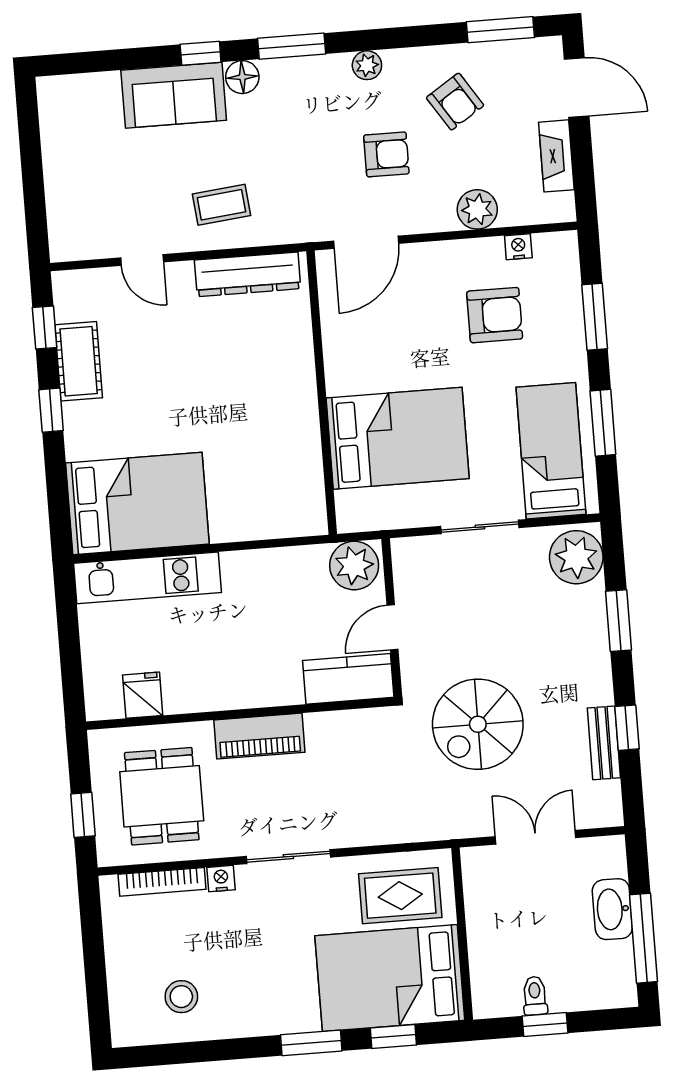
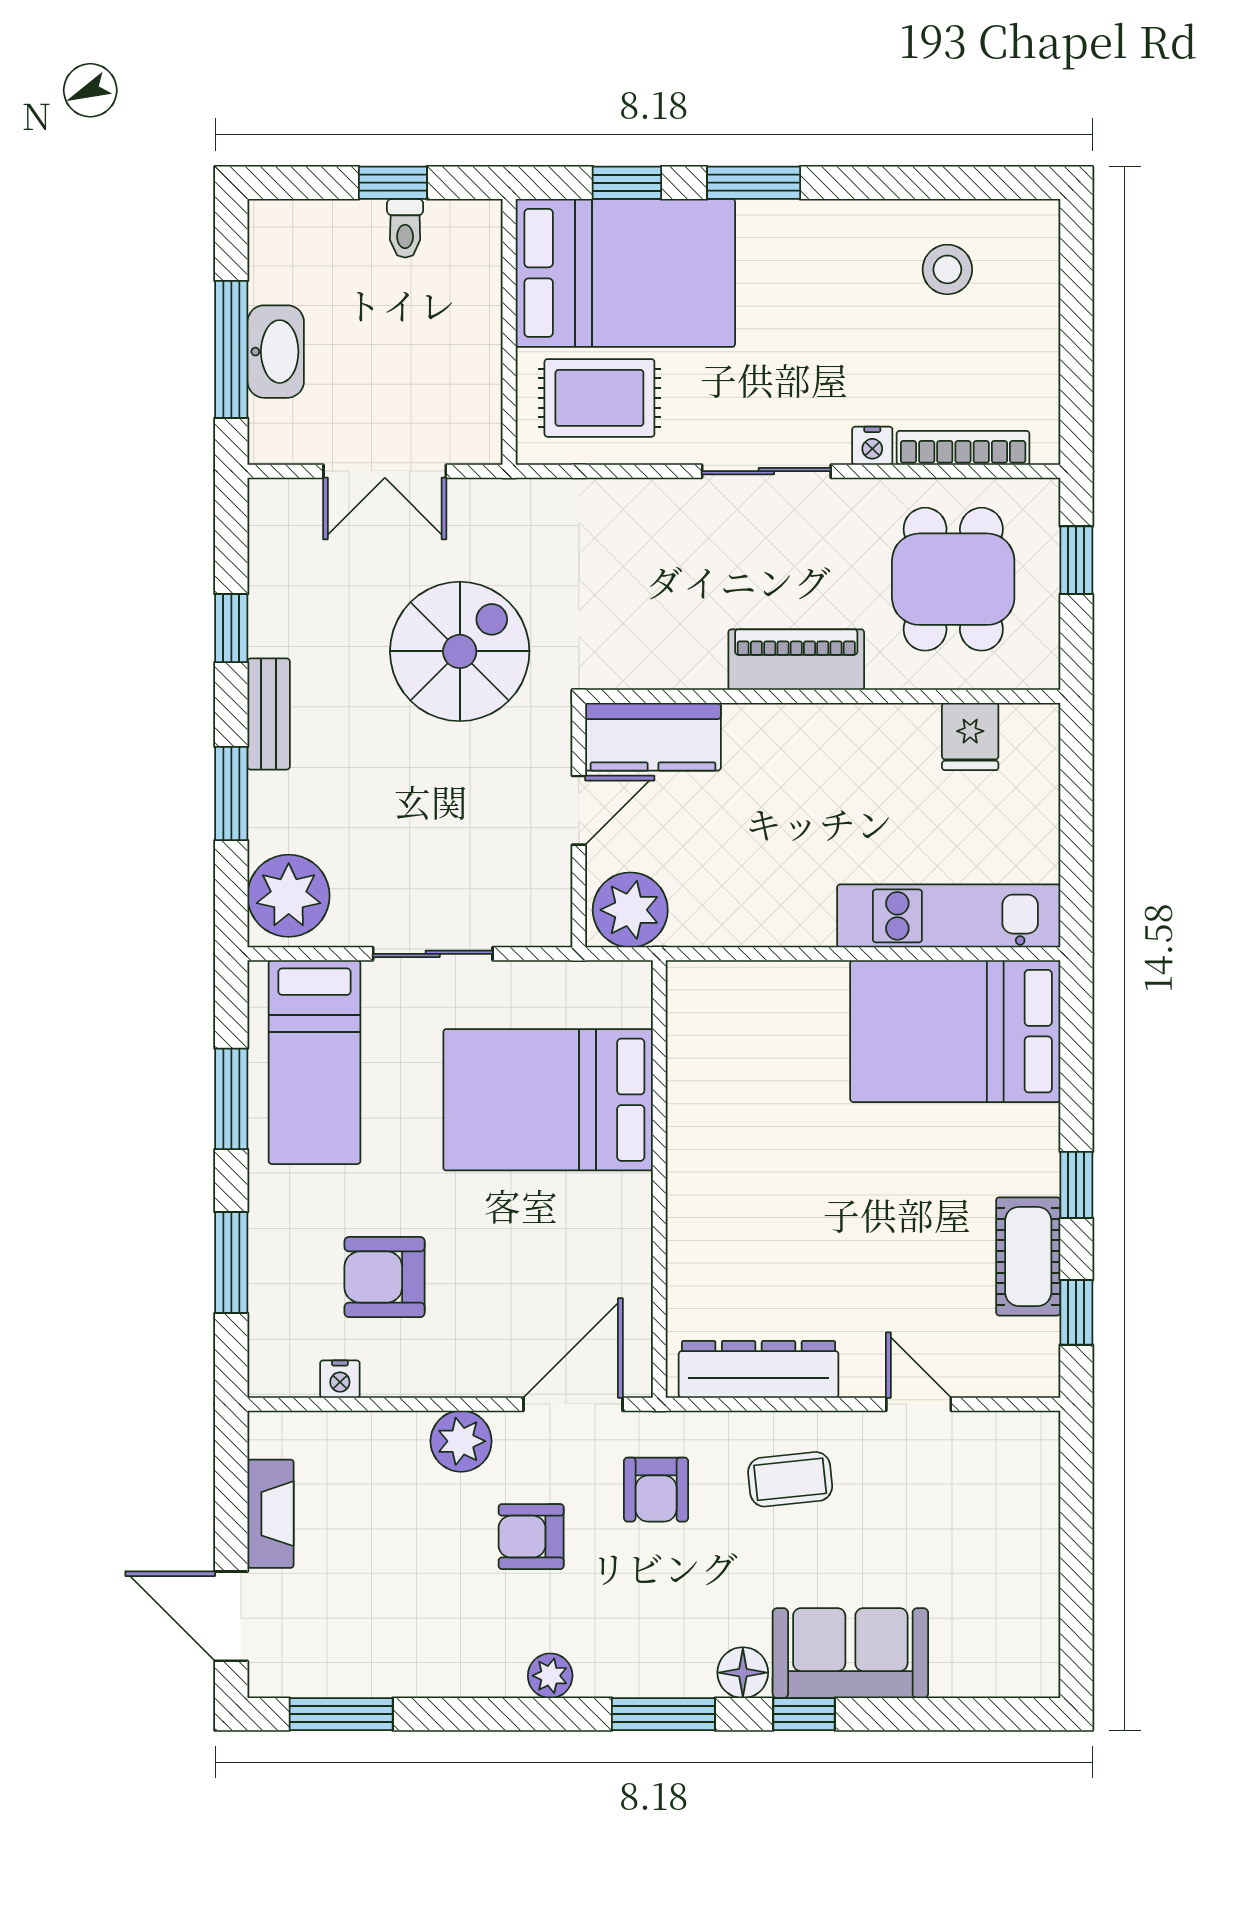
armchair: (455, 102) -> (656, 1490), moved, turned -147
plant: (477, 209) -> (461, 1441), moved
bench: (604, 743) -> (269, 714), moved
window: (644, 938) -> (231, 349), moved

